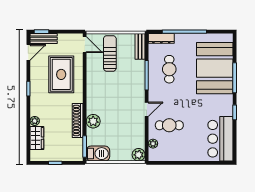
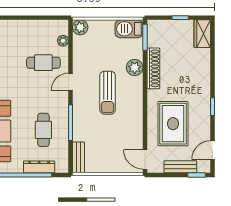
bench: (44, 38) -> (180, 167), moved
dresser: (161, 38) -> (39, 167), moved
sun lounger: (110, 53) -> (108, 93), moved
plant: (35, 121) -> (205, 68), removed
wardrobe: (37, 138) -> (202, 34), moved

